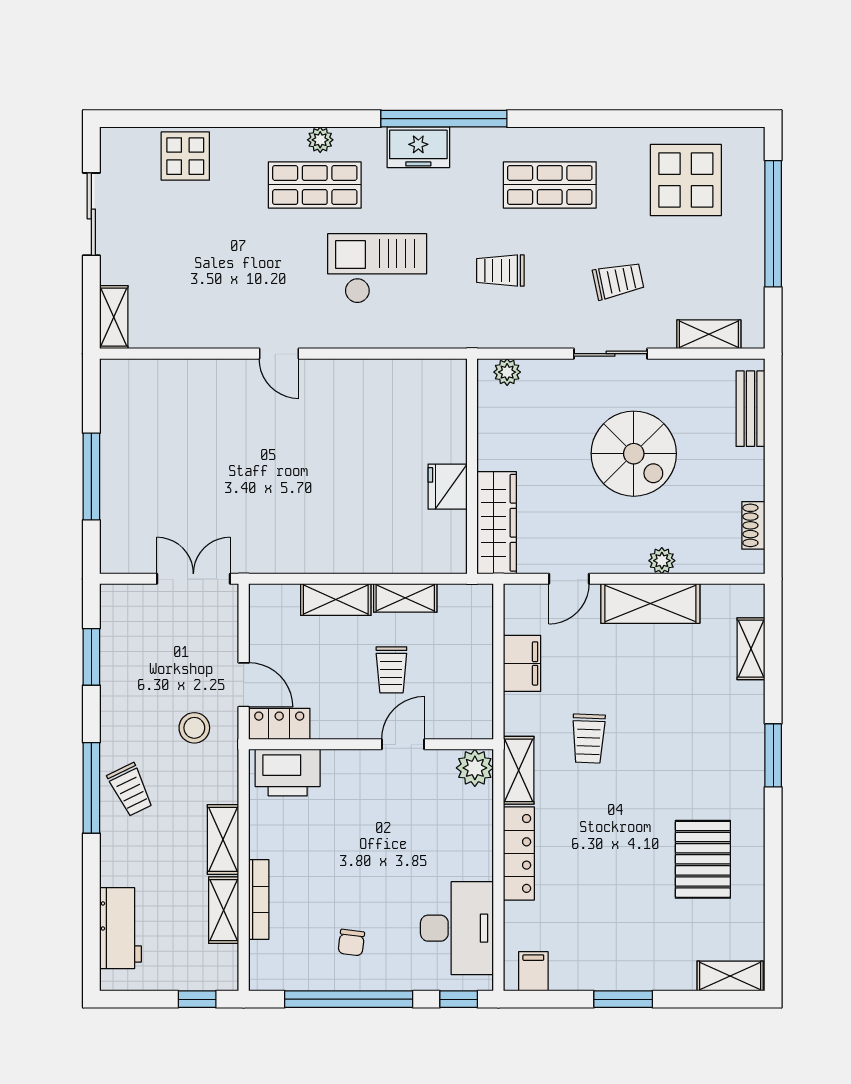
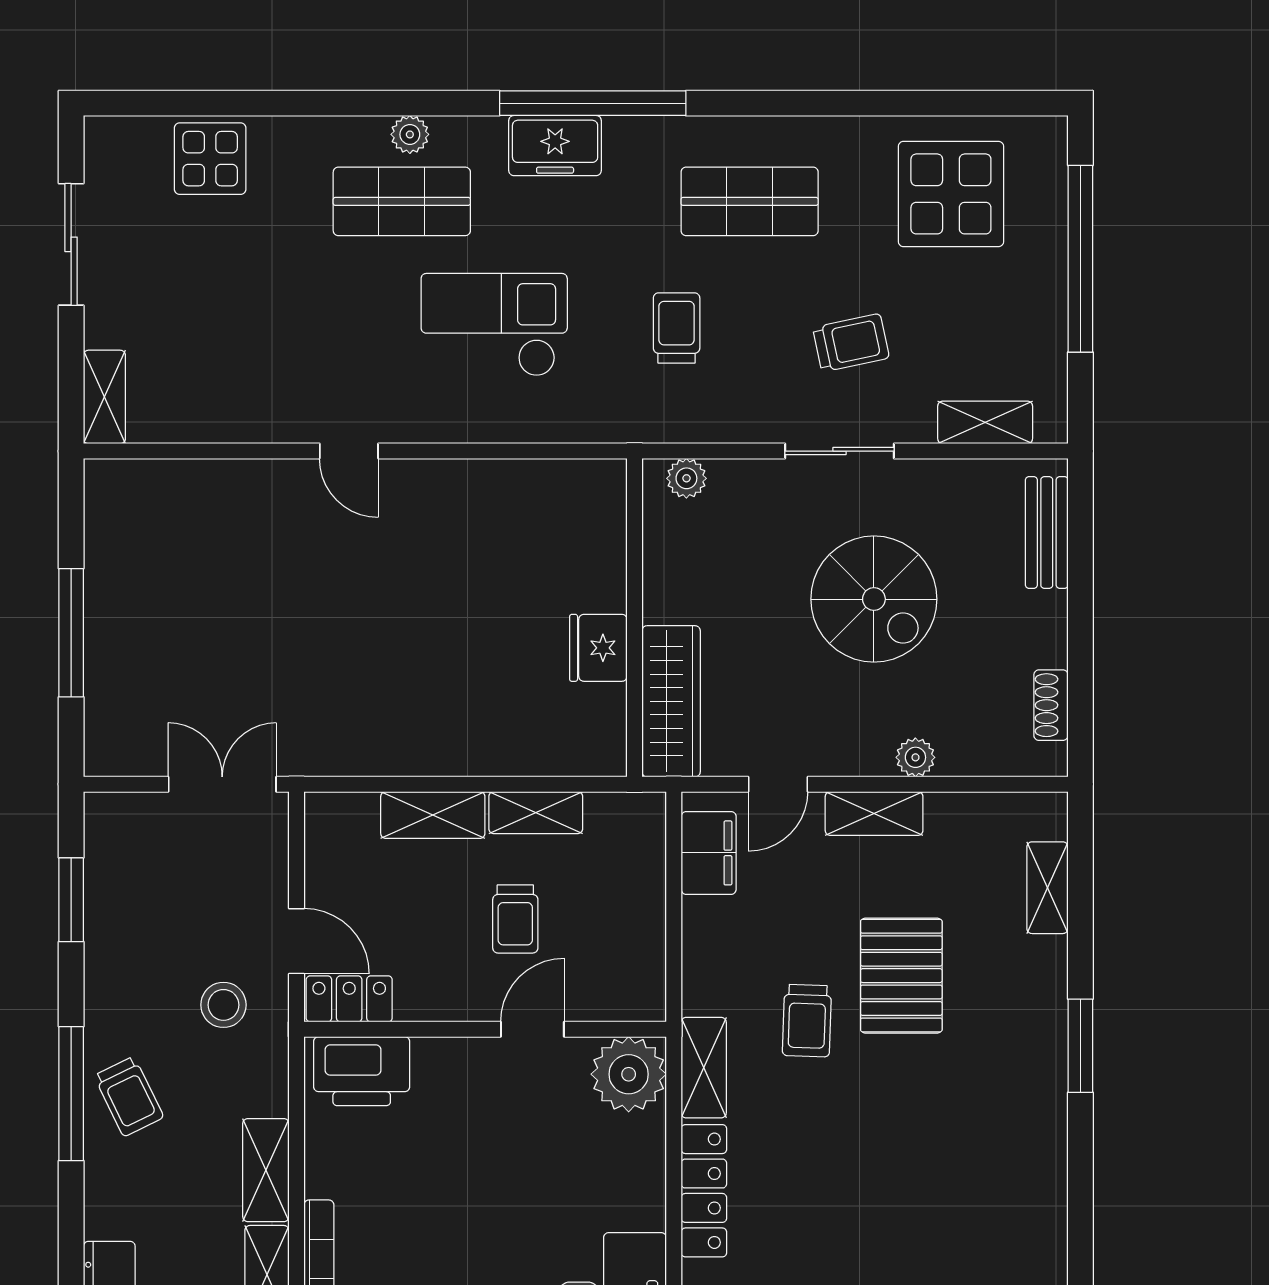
trolley: (500, 271) -> (677, 328), turned 90
shelving: (650, 604) -> (874, 814), width x0.67, depth x0.75
filing cabinet: (522, 663) -> (709, 853), moved
plant: (475, 768) -> (629, 1074), width x1.36, depth x1.36
pallet: (703, 859) -> (901, 976), moved

